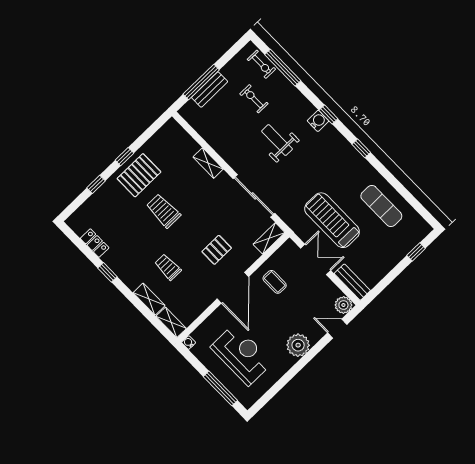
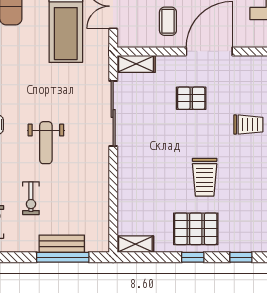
shelving: (208, 163) -> (135, 244), moved, turned 90
trolley: (168, 267) -> (248, 125), turned -90

